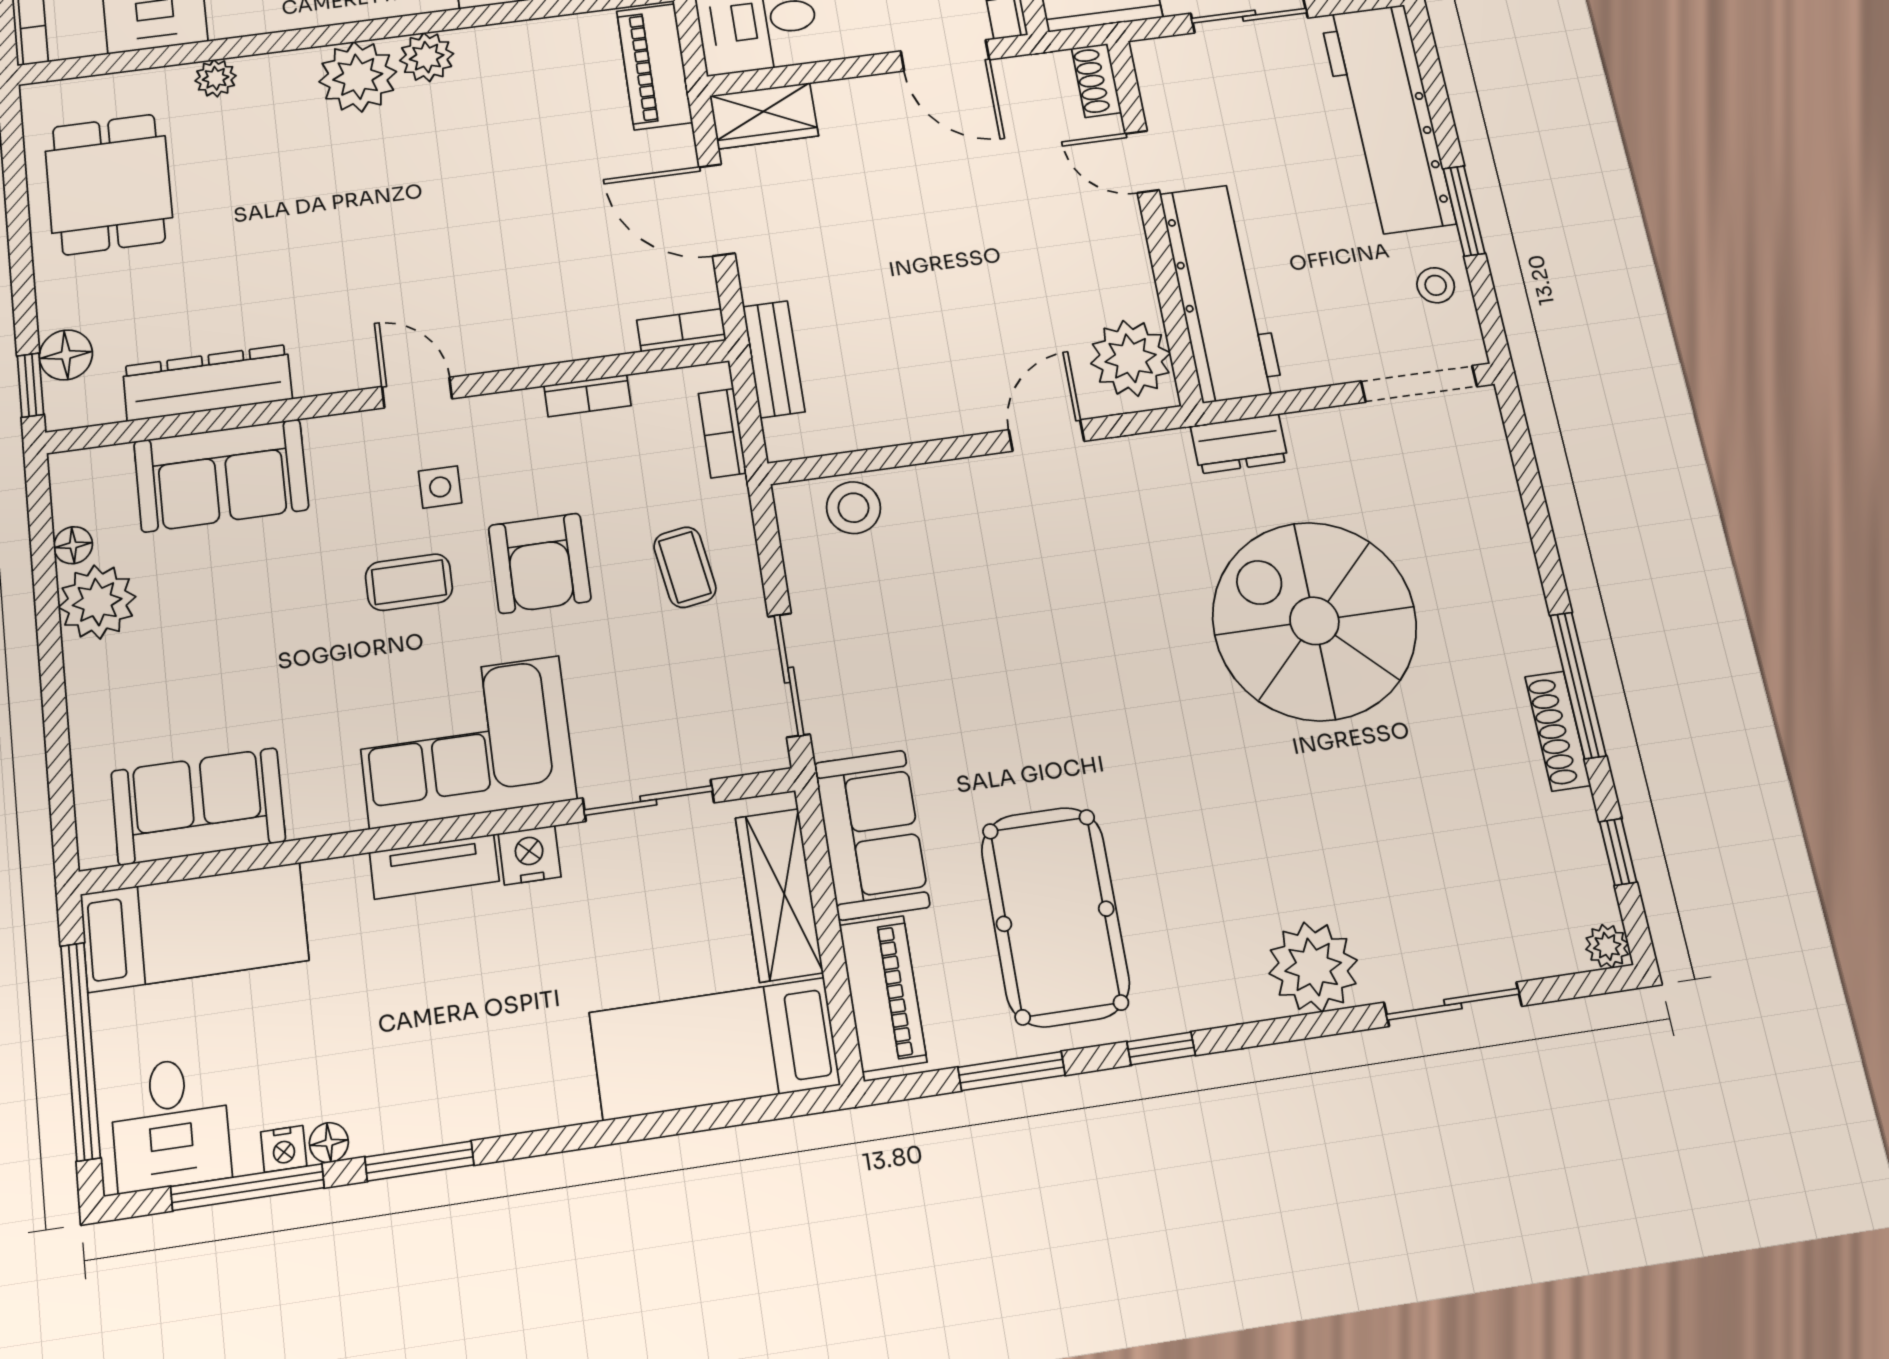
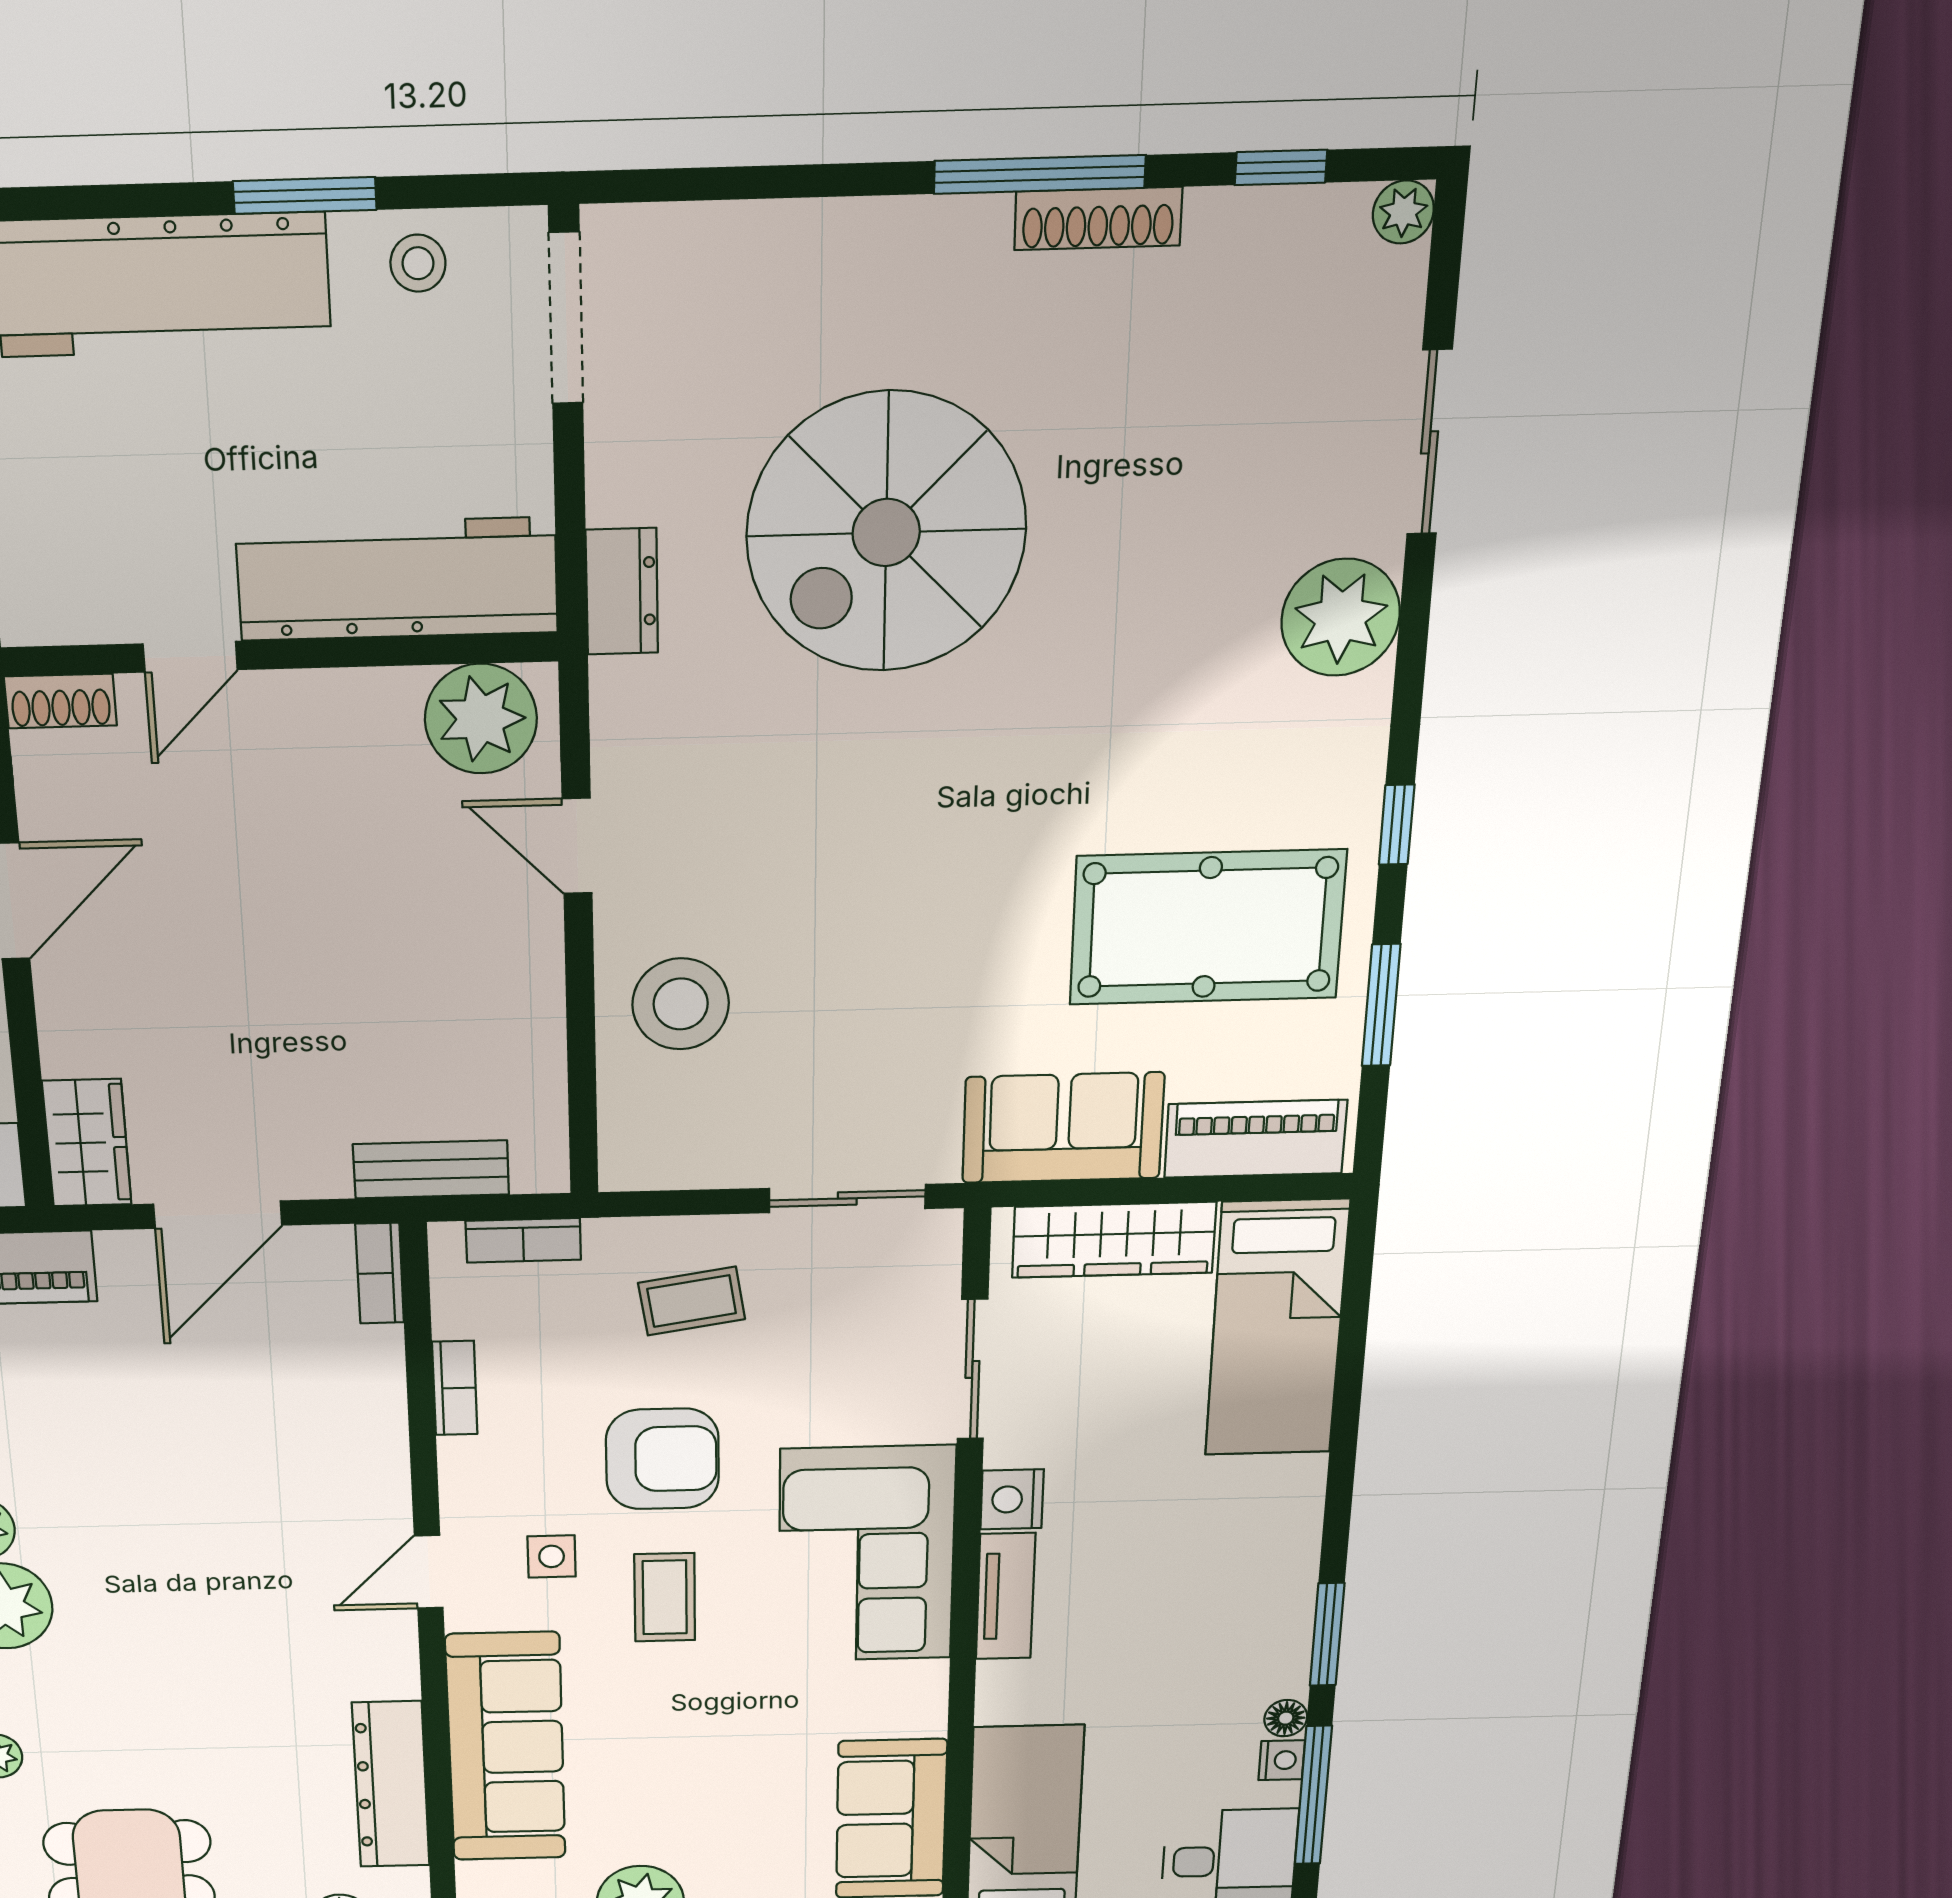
sofa: (221, 475) -> (506, 1747), width x1.36
stool: (853, 508) -> (681, 1004), moved, width x1.38, depth x1.38

